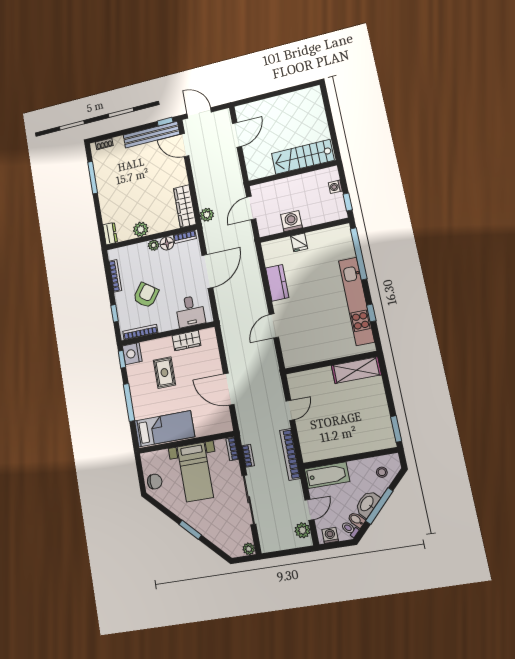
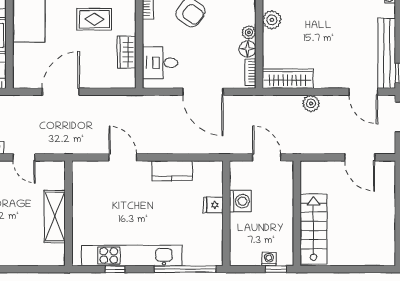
door: (184, 145) -> (363, 92), swing flipped
window: (348, 202) -> (276, 269), moved
plant: (207, 215) -> (311, 103), moved
shelving: (356, 370) -> (55, 217), moved

